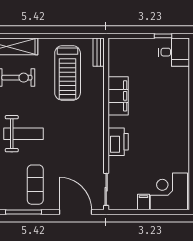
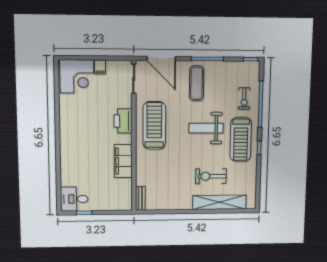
treadmill: (68, 73) -> (154, 125), moved

